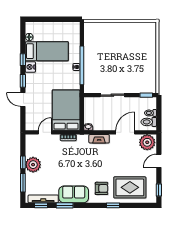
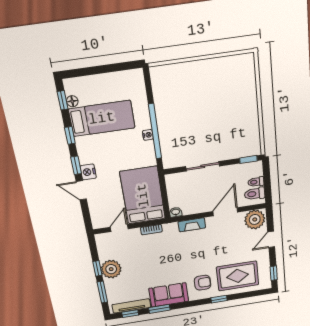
window: (23, 36) -> (63, 100), added
nightstand: (30, 67) -> (88, 172), moved

